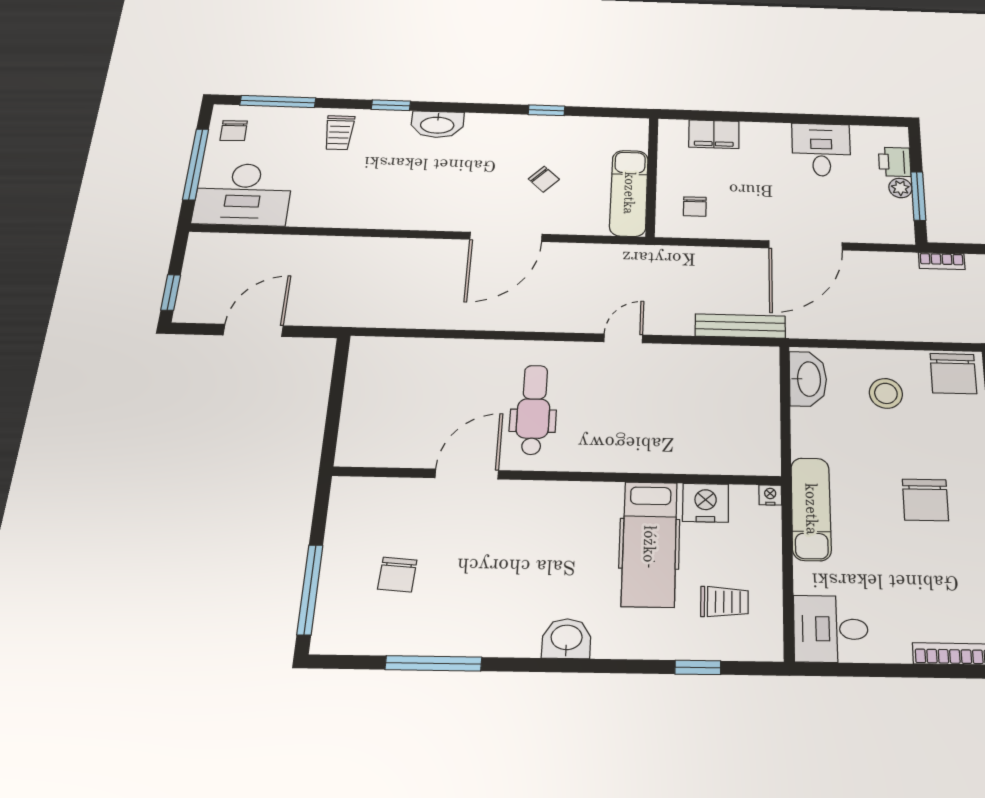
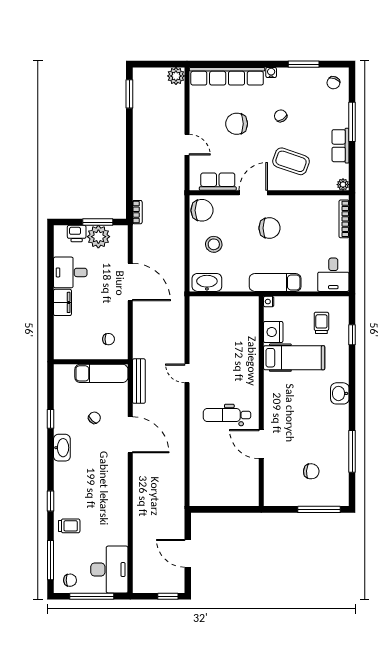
washbasin: (437, 124) -> (62, 448), moved
filing cabinet: (714, 134) -> (62, 302), moved
plant: (900, 188) -> (98, 237), width x1.88, depth x1.88
bench: (740, 326) -> (139, 381), moved

